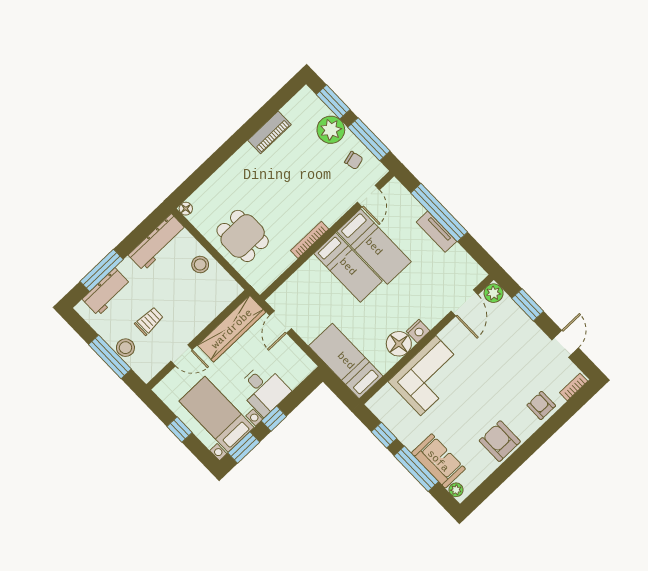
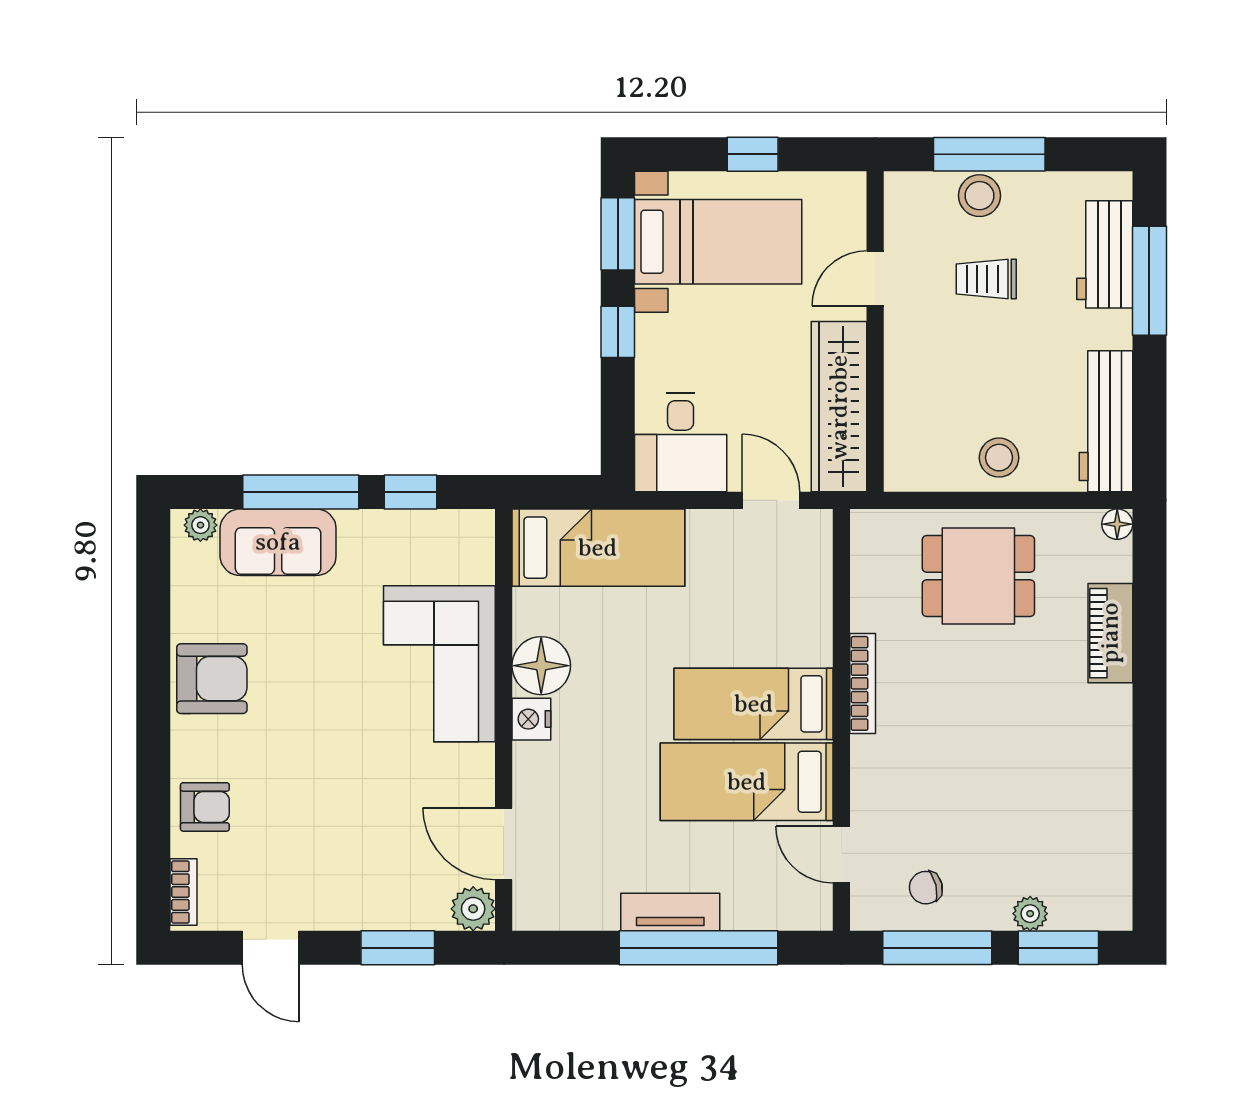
plant: (331, 130) -> (1030, 914), width x0.53, depth x0.53
piano: (269, 132) -> (1110, 633), moved
trolley: (149, 321) -> (986, 279), turned 90
desk: (263, 389) -> (681, 442), moved, turned -90

